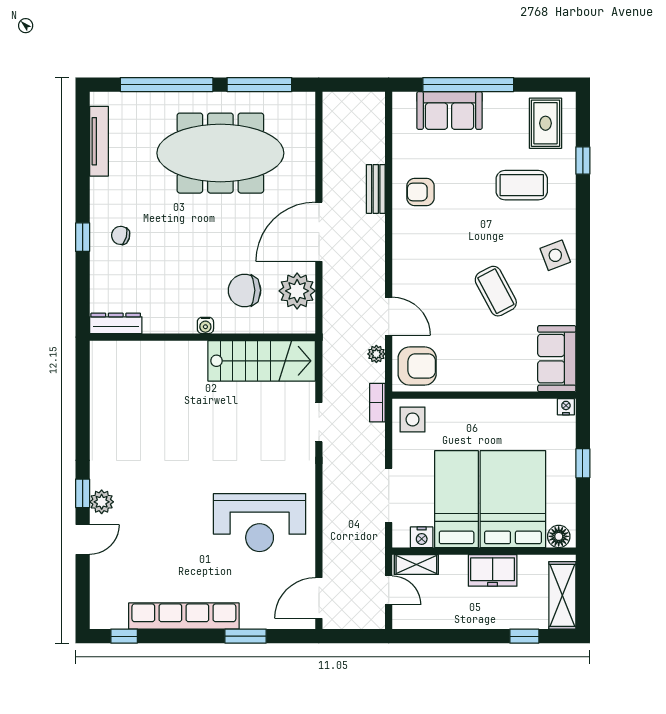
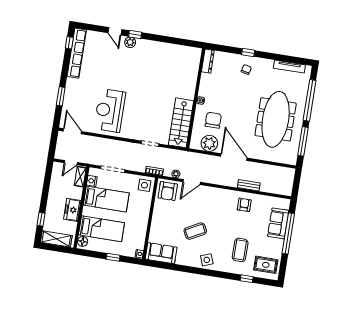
bed: (513, 499) -> (101, 229), width x0.67
row of seats: (184, 616) -> (77, 53), moved

